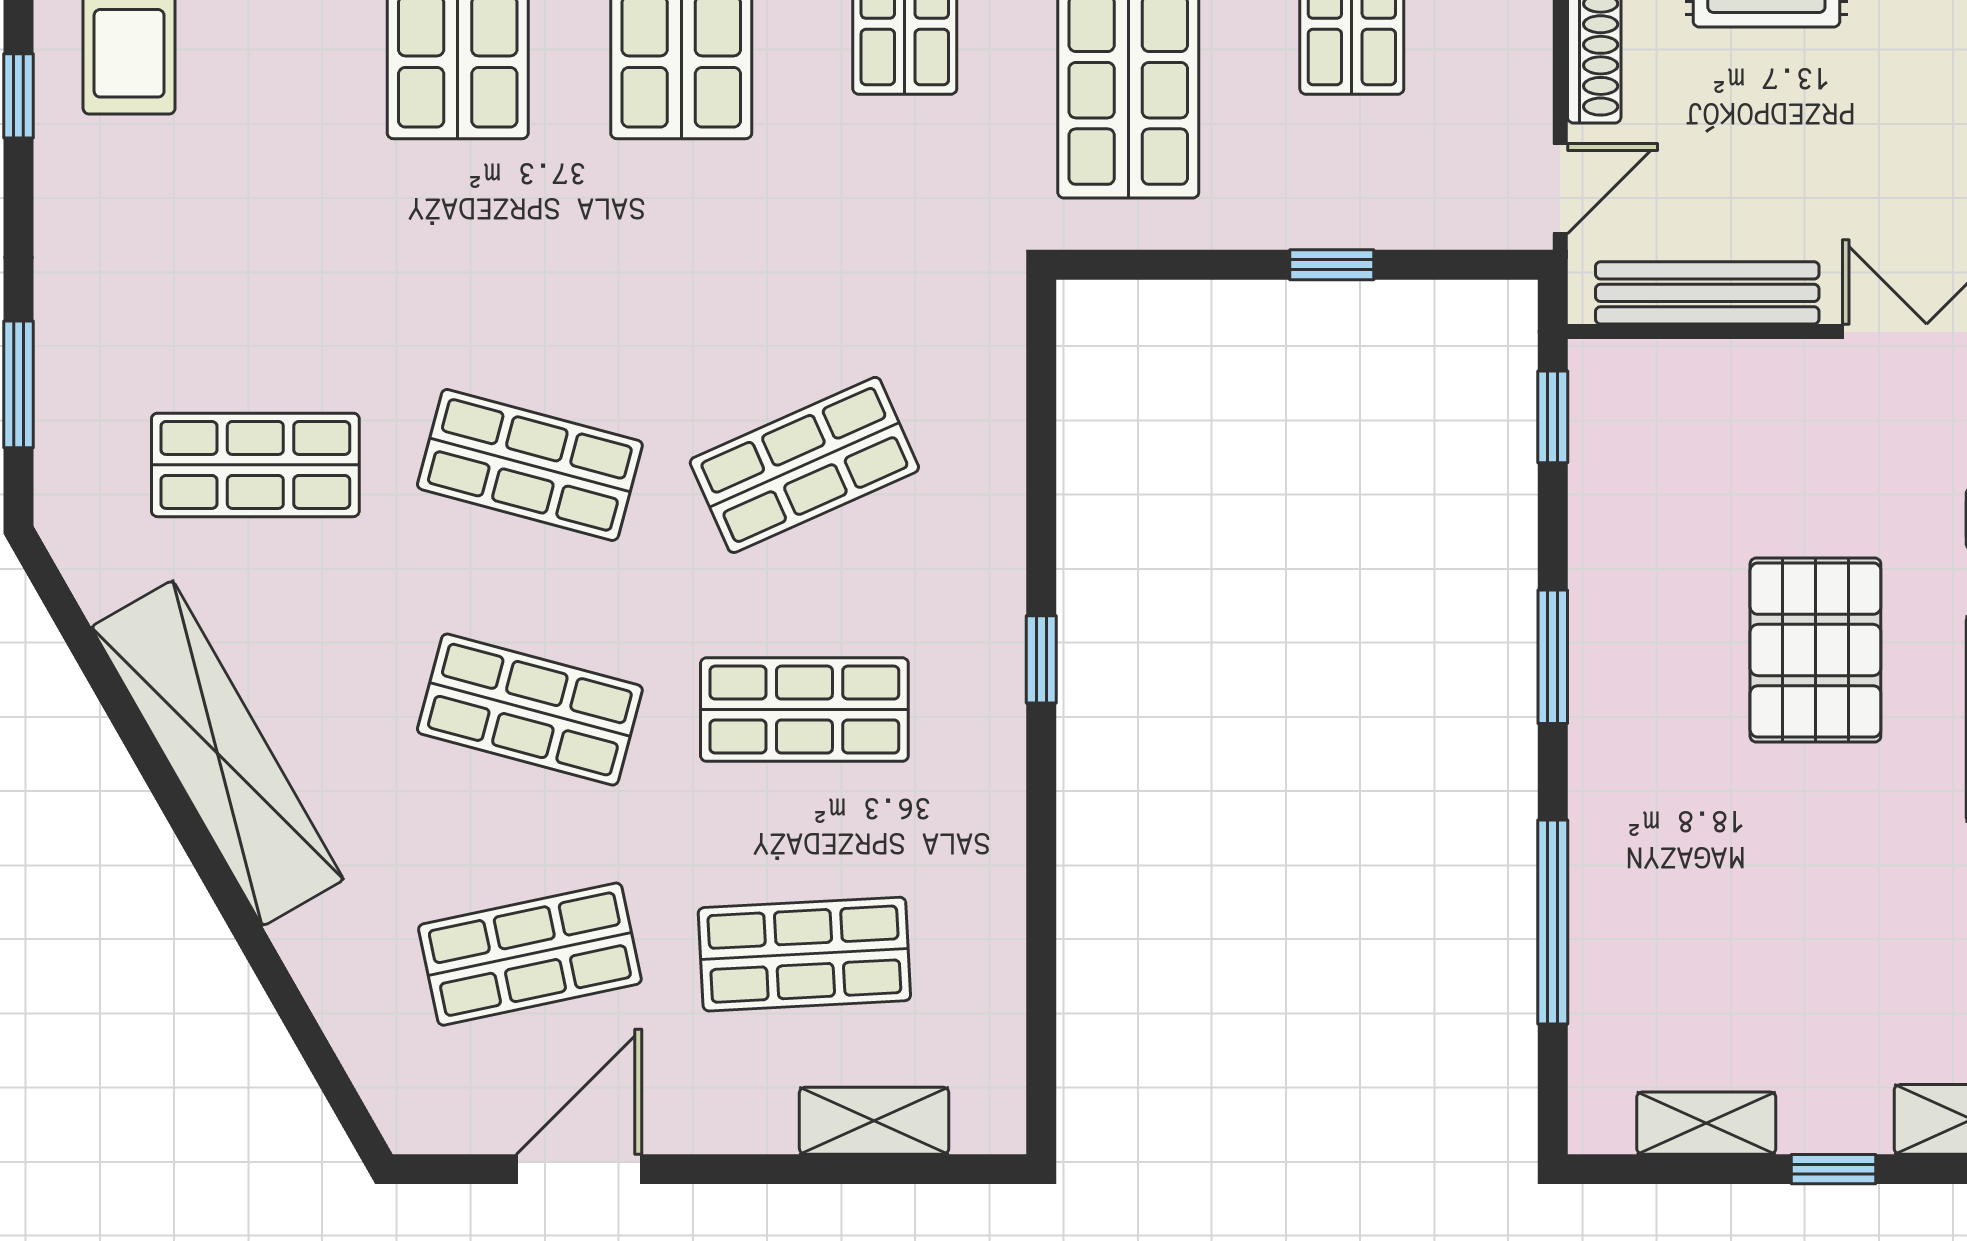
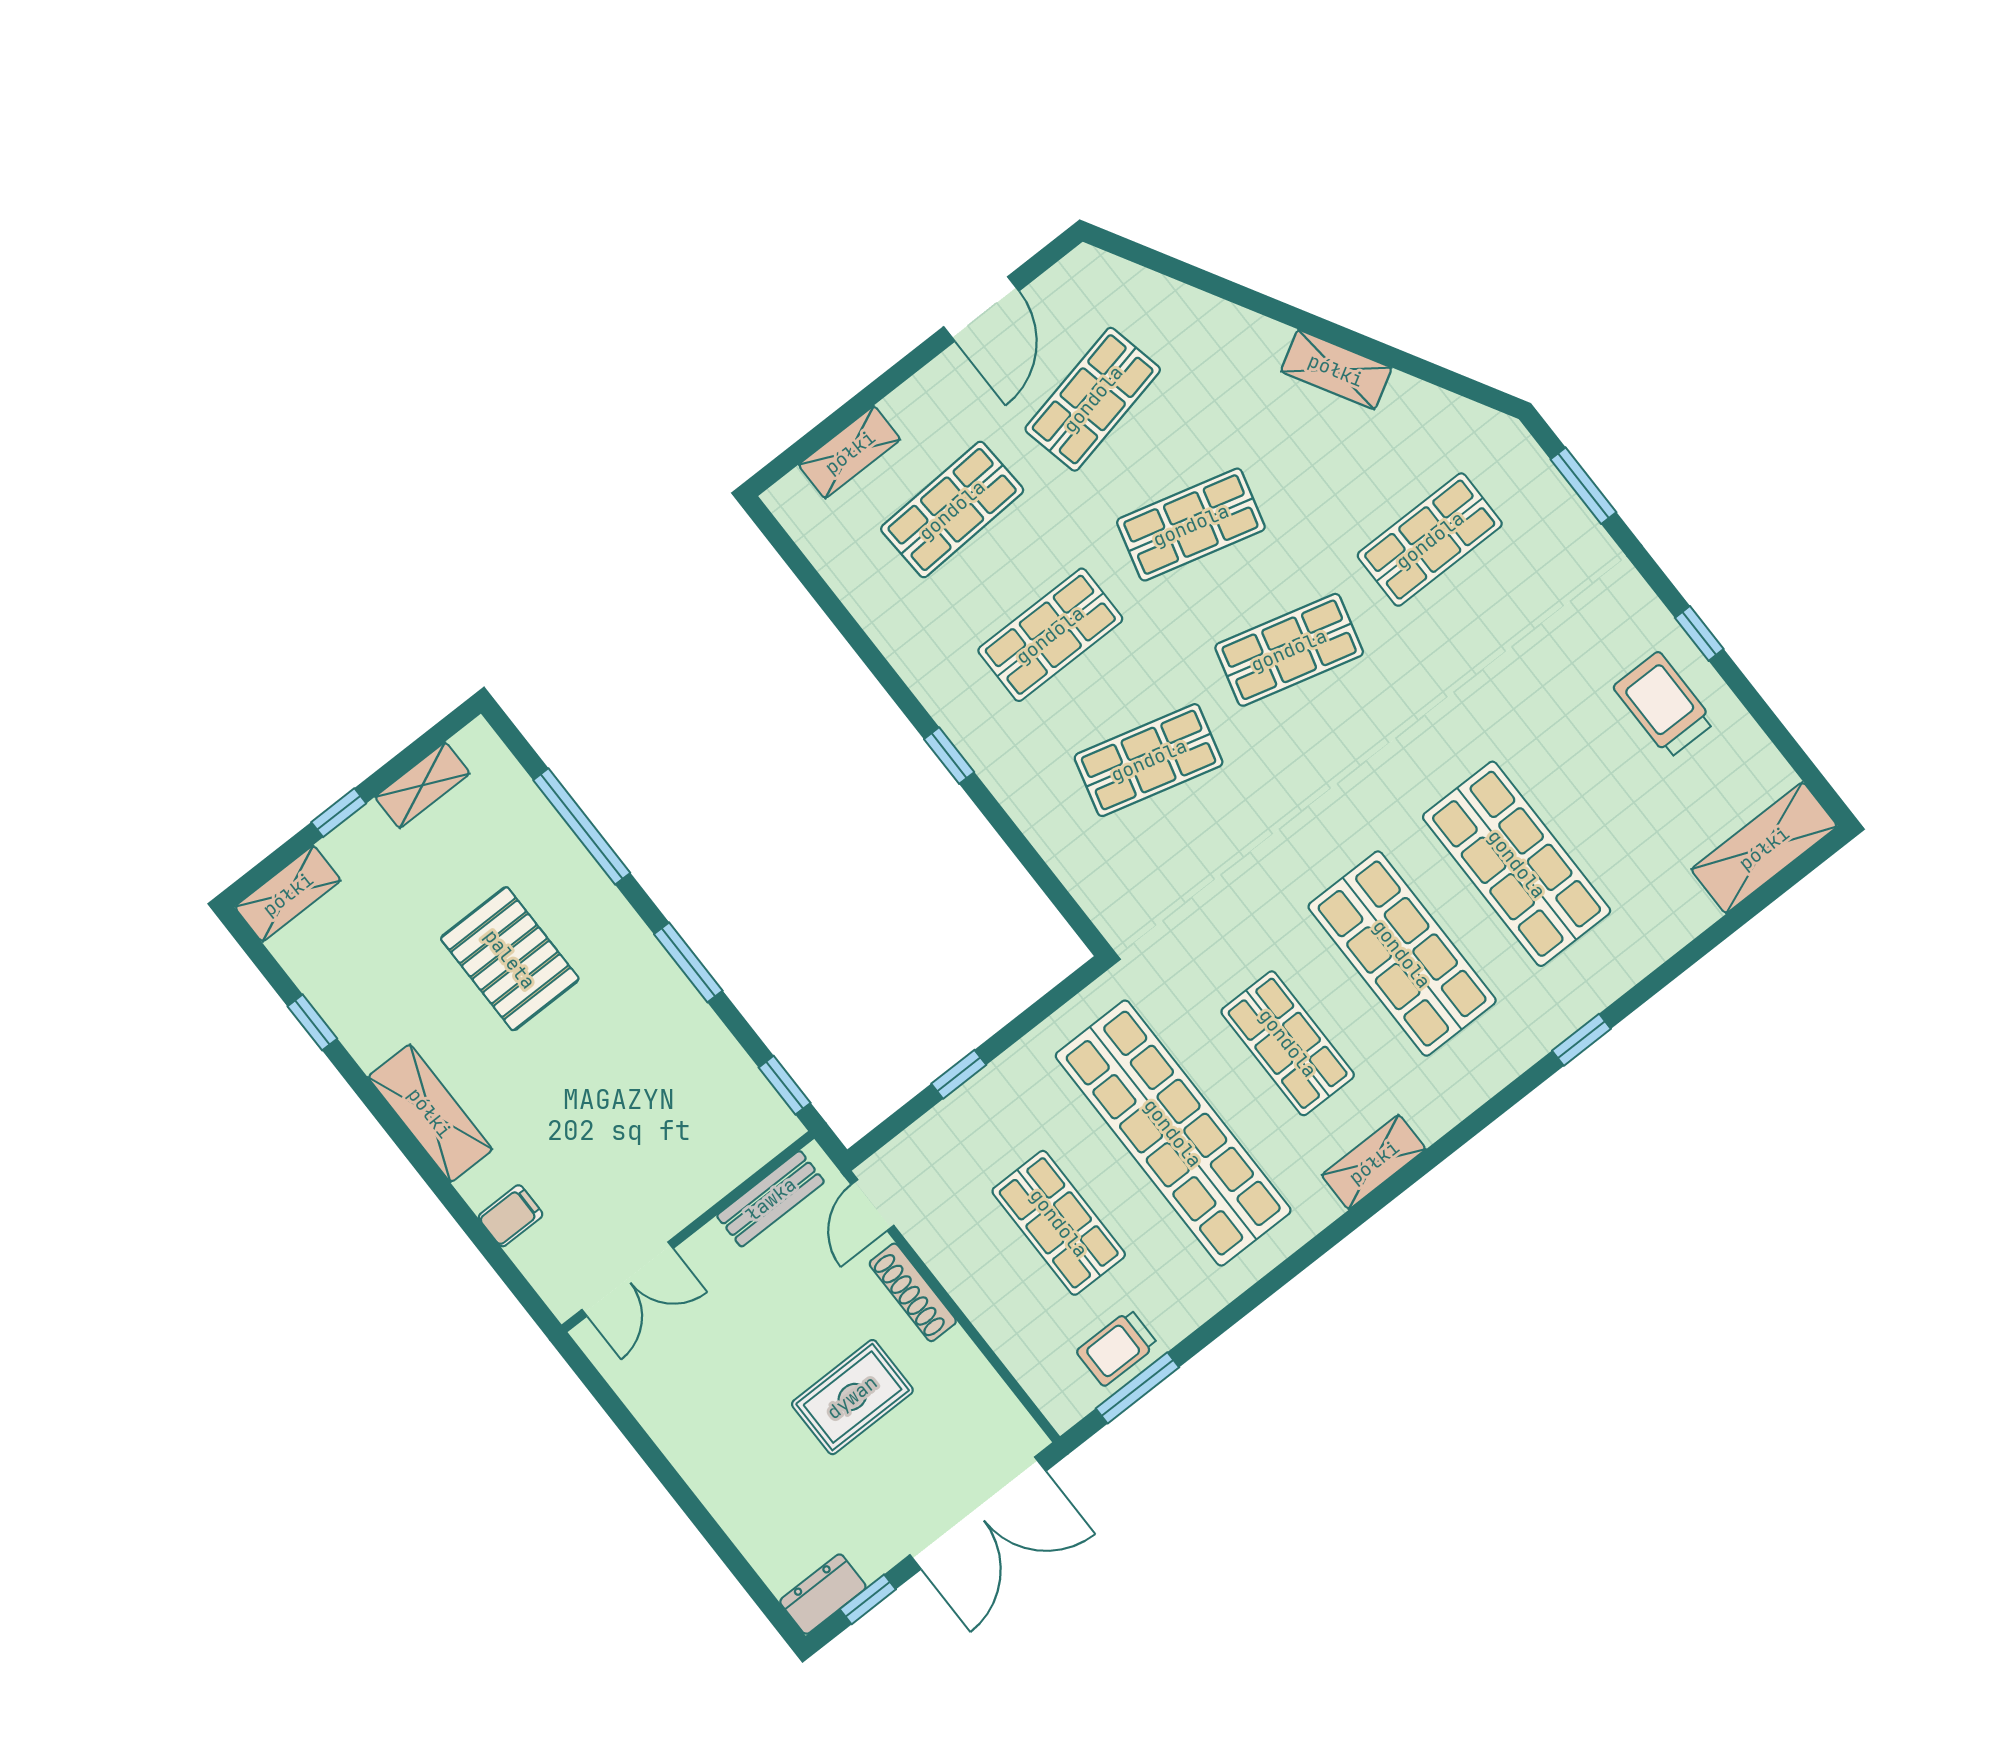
bench: (1707, 293) -> (771, 1199), width x0.73
shop shelf: (804, 465) -> (1149, 760), turned 39
pallet: (1815, 650) -> (510, 959), moved
shelving: (217, 753) -> (1336, 370), width x0.45, depth x0.75

